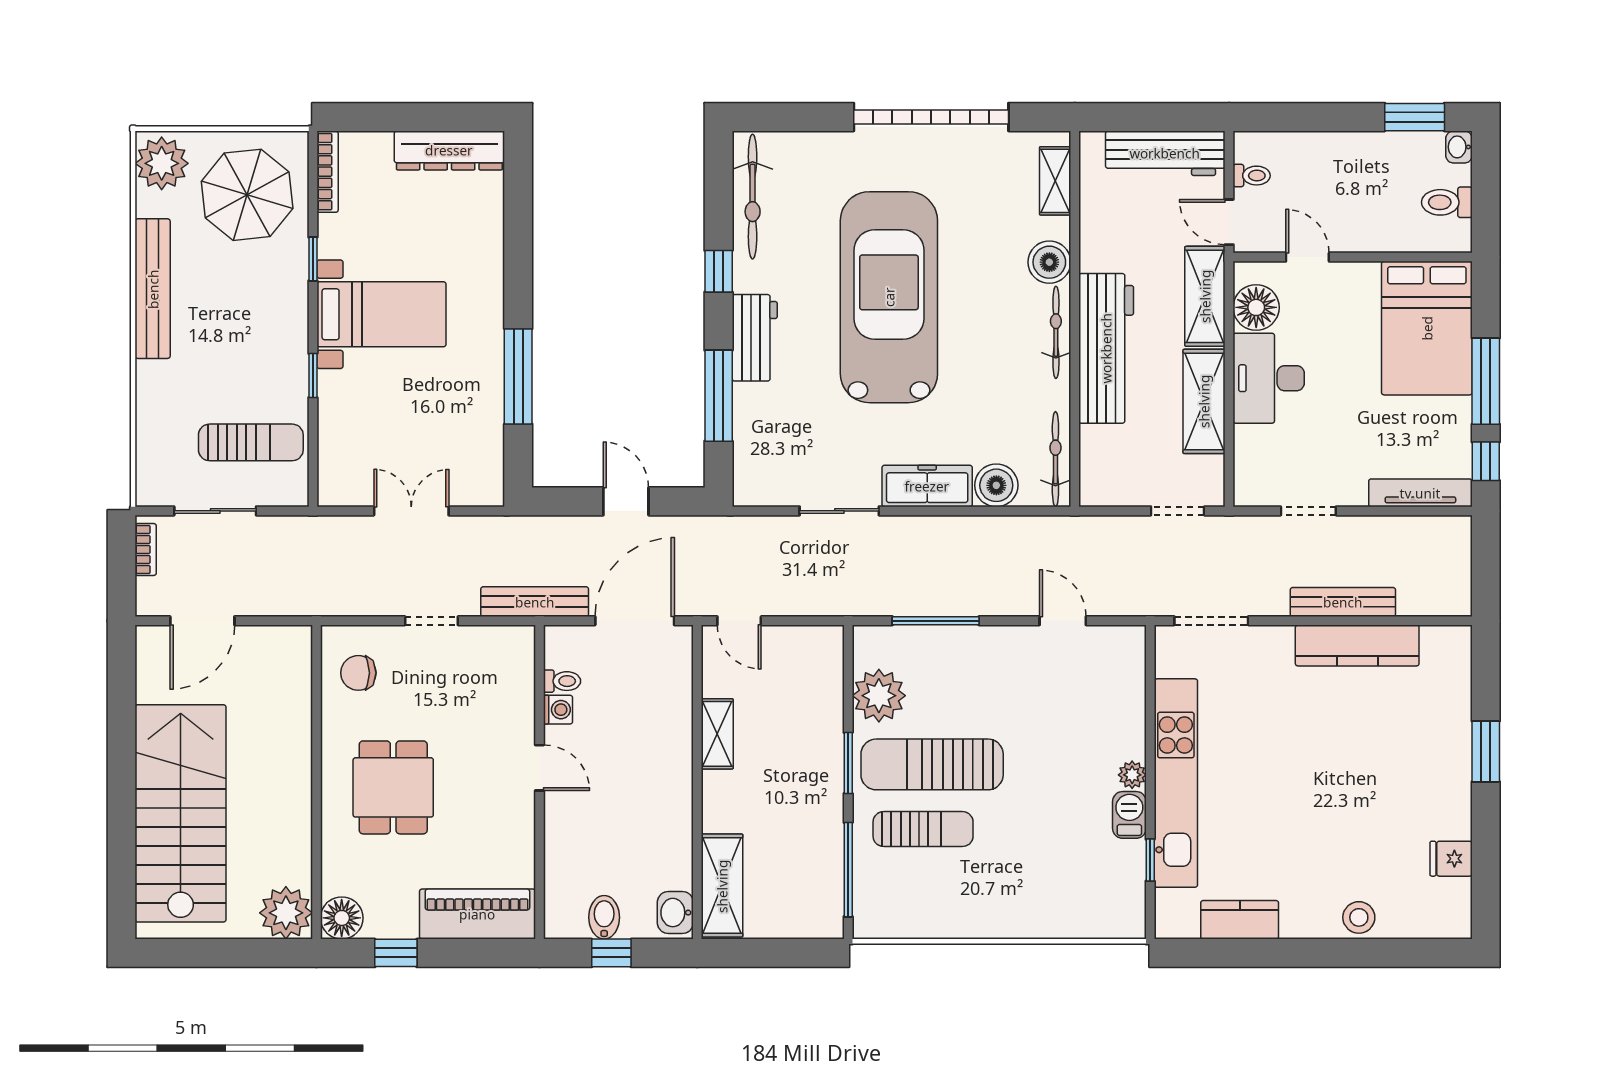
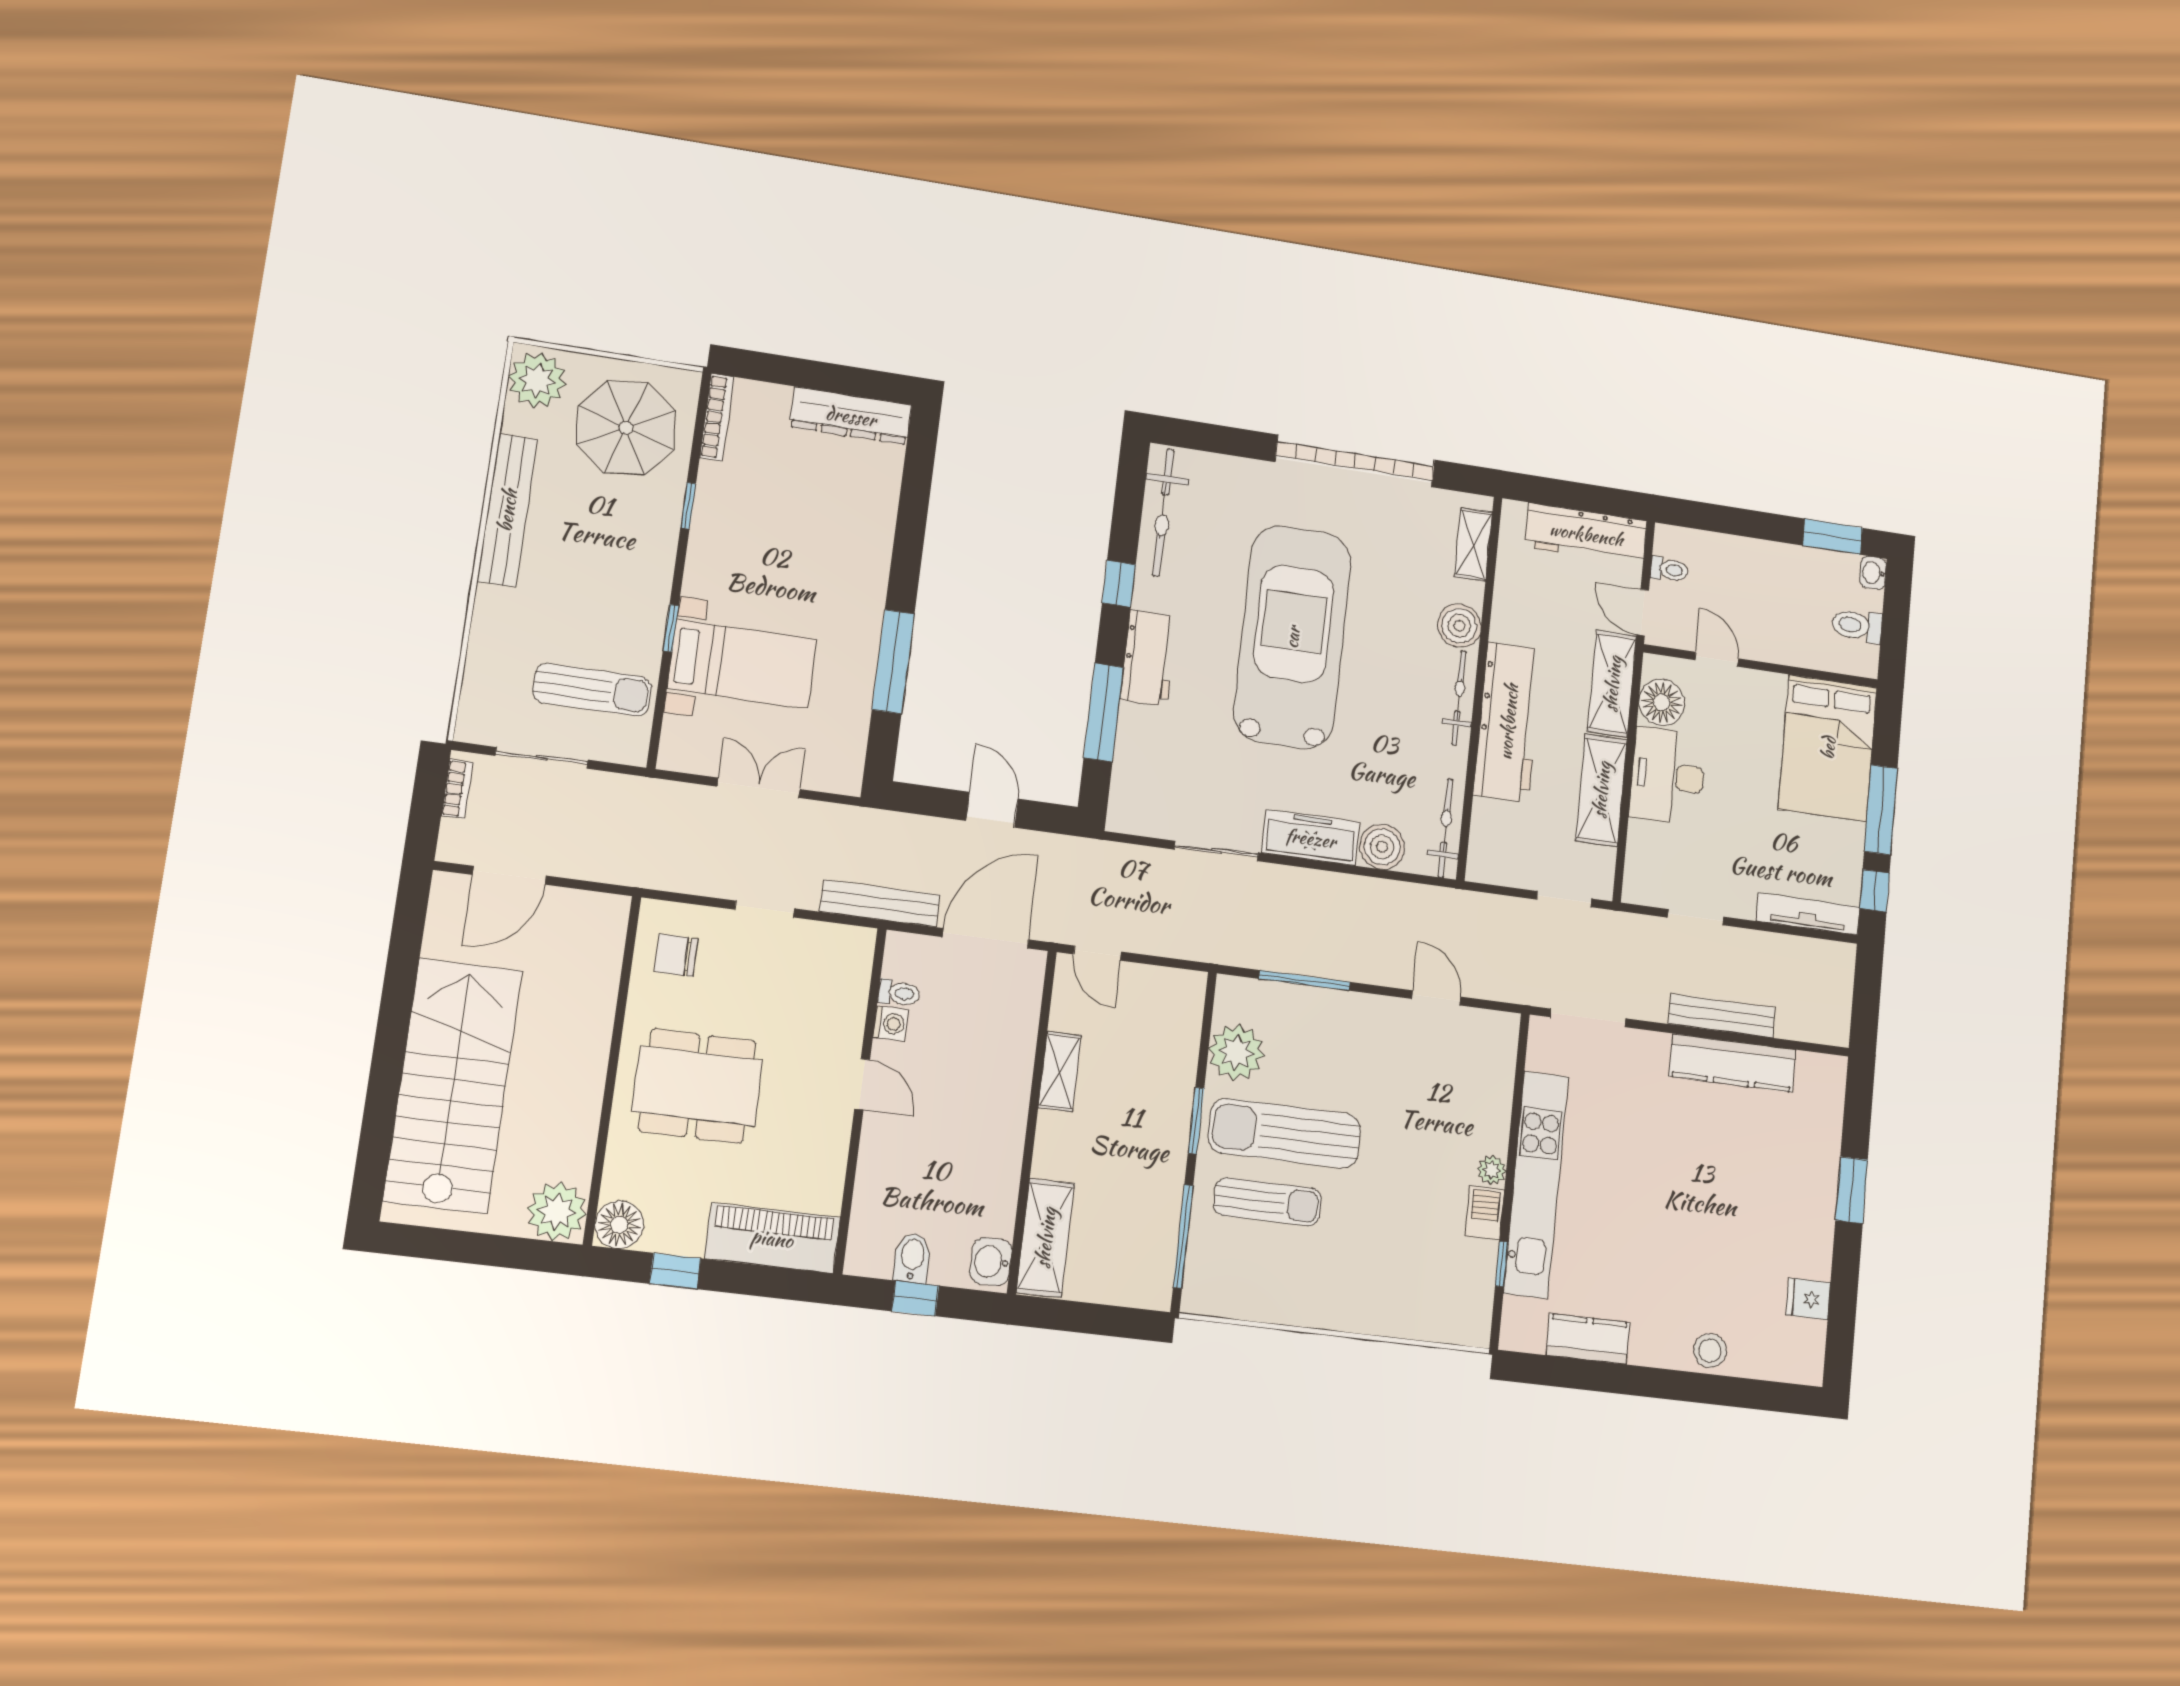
bed with nightstands: (381, 314) -> (742, 664), moved
dining table: (393, 787) -> (697, 1086), width x1.38

